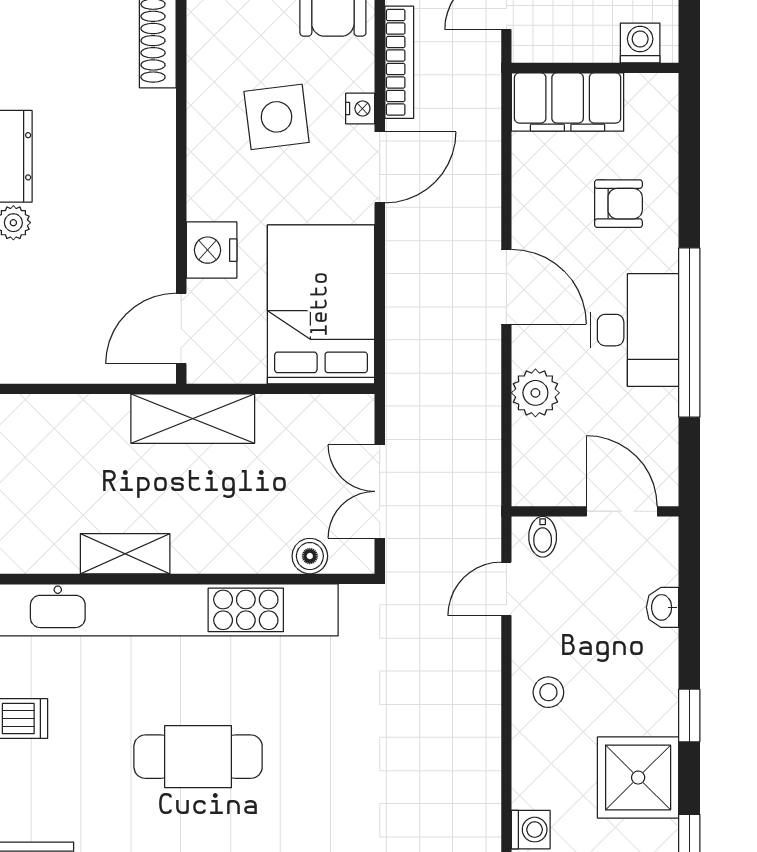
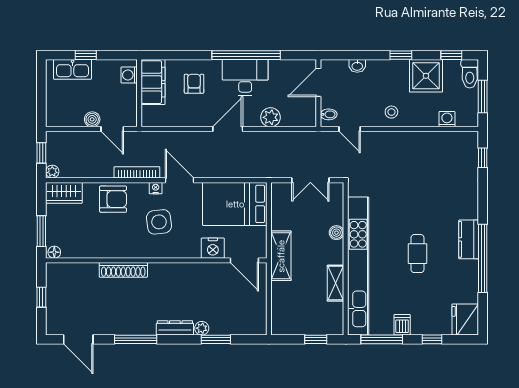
filing cabinet: (568, 102) -> (153, 82), moved
boiler: (310, 556) -> (336, 233), moved
cafe table: (198, 757) -> (417, 254), width x0.73, depth x0.74

